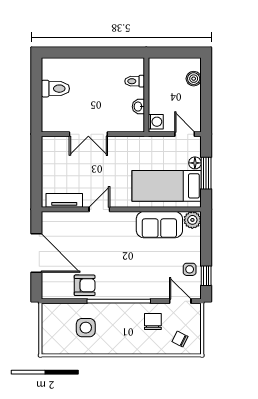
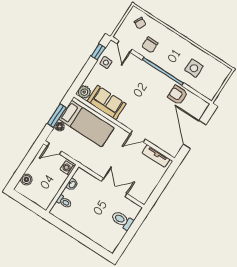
toilet: (55, 89) -> (122, 220), moved
door: (185, 134) -> (54, 149), hinge flipped

